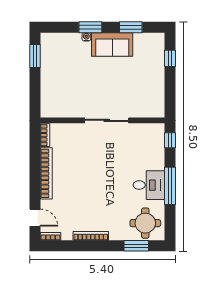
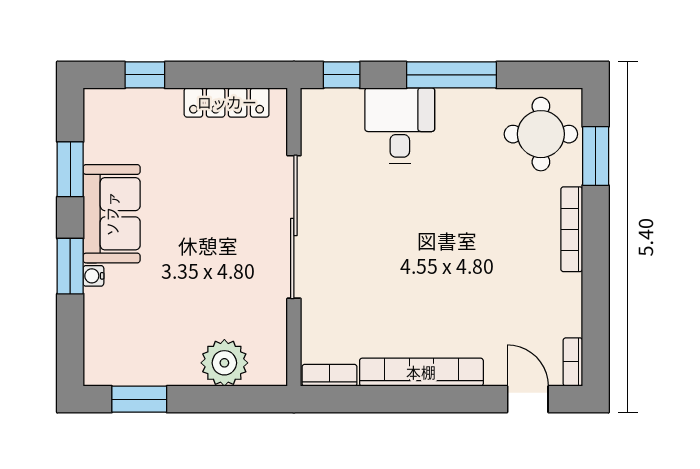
plant: (50, 91) -> (224, 363), added
locker: (158, 92) -> (227, 102), added
sliding door: (107, 120) -> (294, 227), width x1.36
desk: (149, 185) -> (400, 126), moved
door: (35, 218) -> (528, 399), hinge flipped
bookcase: (91, 236) -> (572, 229), moved

